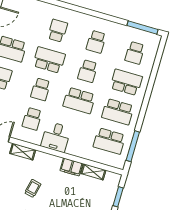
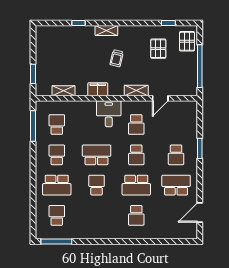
school desk: (96, 42) -> (97, 215), removed
school desk: (41, 89) -> (136, 155), turned 180
school desk: (118, 112) -> (57, 155), width x0.54
school desk: (32, 119) -> (136, 124), turned 180
school desk: (109, 141) -> (57, 124), width x0.54
filing cabinet: (71, 167) -> (98, 89), moved

